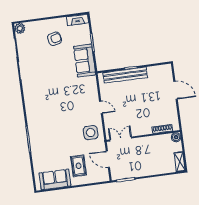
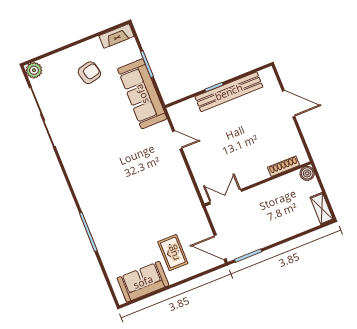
sofa: (85, 61) -> (142, 94), width x1.36
bench: (125, 75) -> (229, 92), moved
door: (101, 107) -> (177, 140), moved
side table: (91, 133) -> (178, 199), removed
door: (108, 159) -> (220, 247), moved

